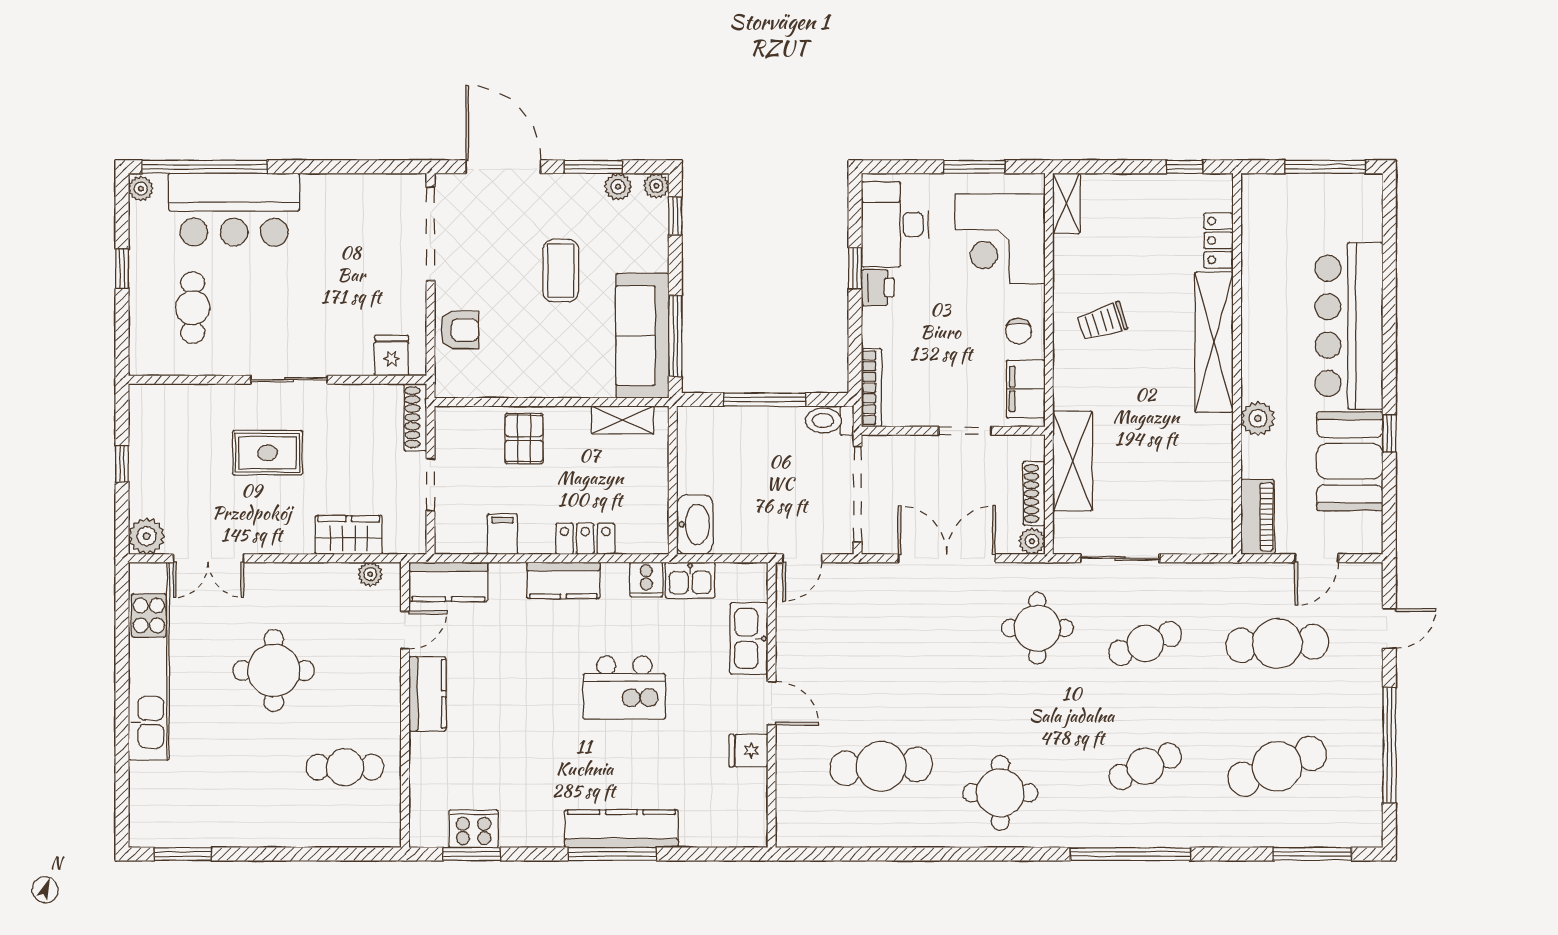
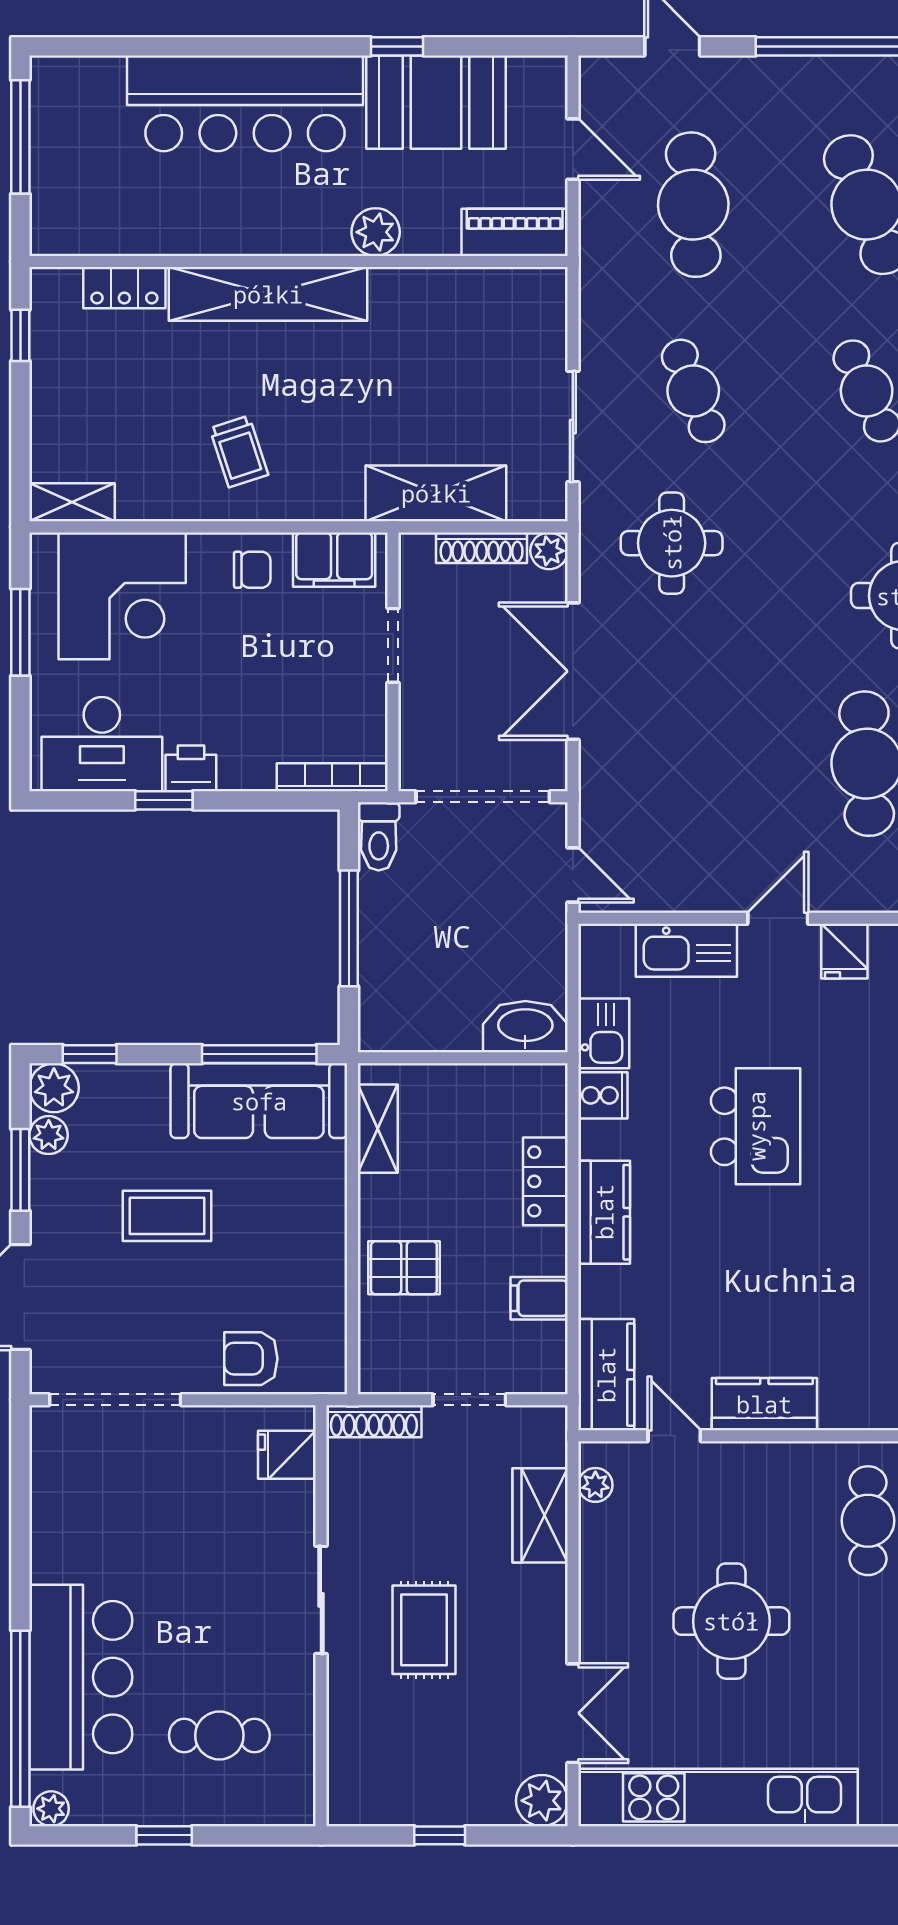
plant: (656, 186) -> (54, 1088), width x1.38, depth x1.38
armchair: (460, 330) -> (251, 1359), turned -90

